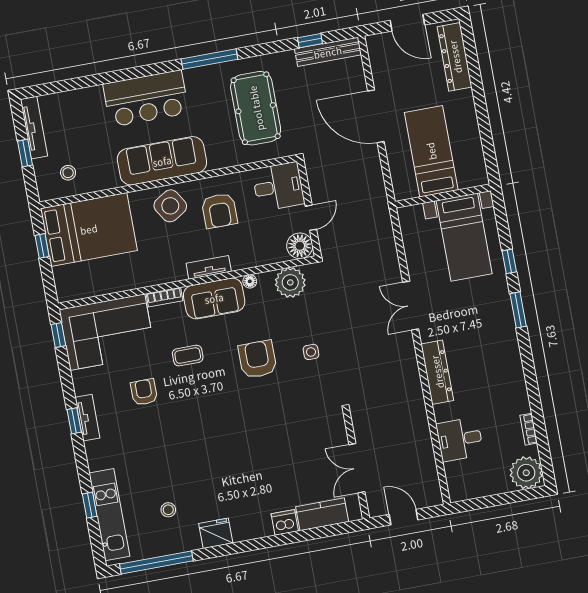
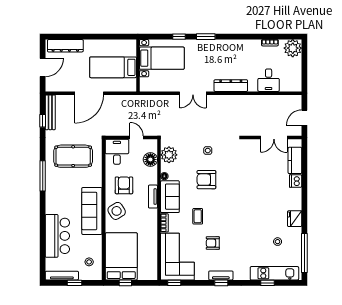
bar counter: (146, 99) -> (57, 236), moved
armchair: (219, 211) -> (124, 185), turned -90
floor lamp: (300, 246) -> (150, 160), moved

